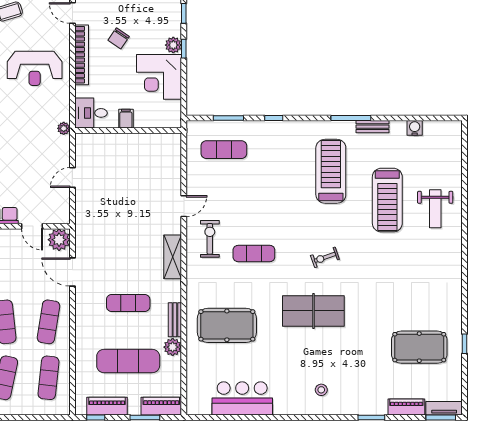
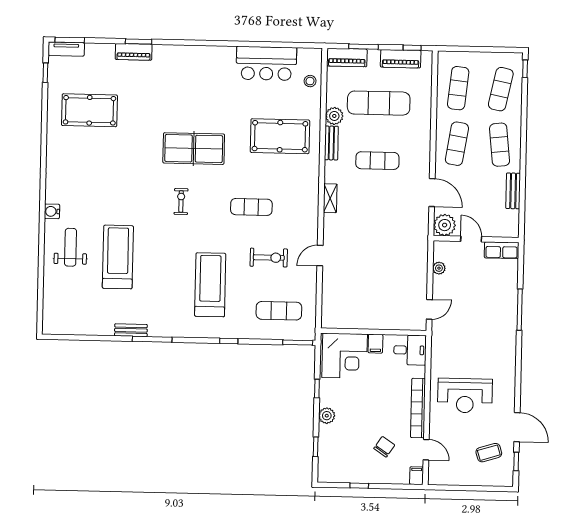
chair: (119, 38) -> (384, 447), moved
window: (184, 49) -> (317, 389), moved
reception desk: (35, 68) -> (465, 396), turned 180
corner desk: (159, 77) -> (345, 356), moved, turned 90
window: (228, 118) -> (298, 343), moved
plant: (64, 128) -> (439, 268), moved
water cooler: (415, 128) -> (52, 211), moved, turned 90
treadmill: (331, 171) -> (210, 285), moved, turned 180
door: (72, 178) -> (429, 309), moved
exercise bike: (210, 239) -> (269, 258), moved, turned -90
shelving: (173, 257) -> (330, 198), width x0.67, depth x0.75
exercise bike: (325, 257) -> (181, 201), turned -71
window: (465, 344) -> (45, 73), moved
stool: (321, 390) -> (310, 81), moved
piano: (406, 407) -> (134, 52), moved

